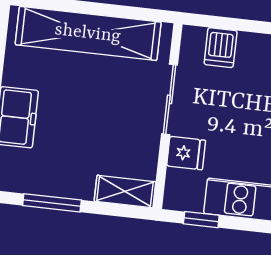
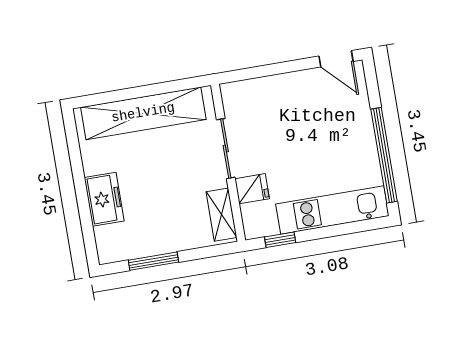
dishwasher: (221, 48) -> (255, 94), removed
shelving: (125, 192) -> (221, 215), moved, turned 90

